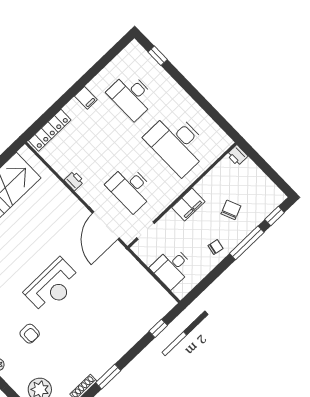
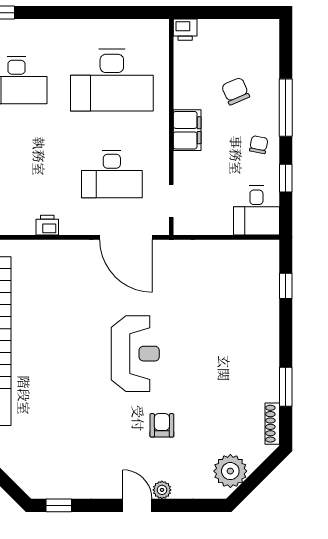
window: (275, 216) -> (286, 178), moved
desk: (172, 267) -> (256, 211), moved
armchair: (30, 334) -> (162, 425), turned -90

